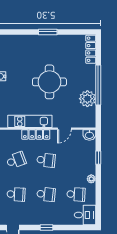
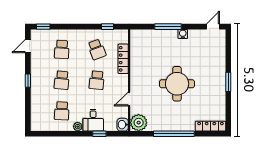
plant: (87, 99) -> (139, 123), moved
kitchen unit: (30, 121) -> (137, 64), removed
door: (64, 129) -> (129, 99), hinge flipped
locker: (36, 134) -> (123, 59), moved
desk: (85, 215) -> (93, 120), moved

